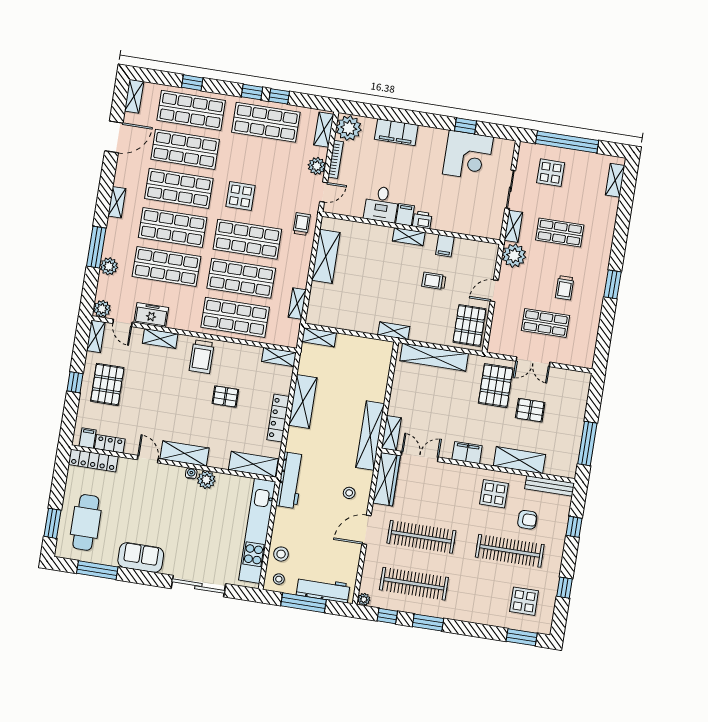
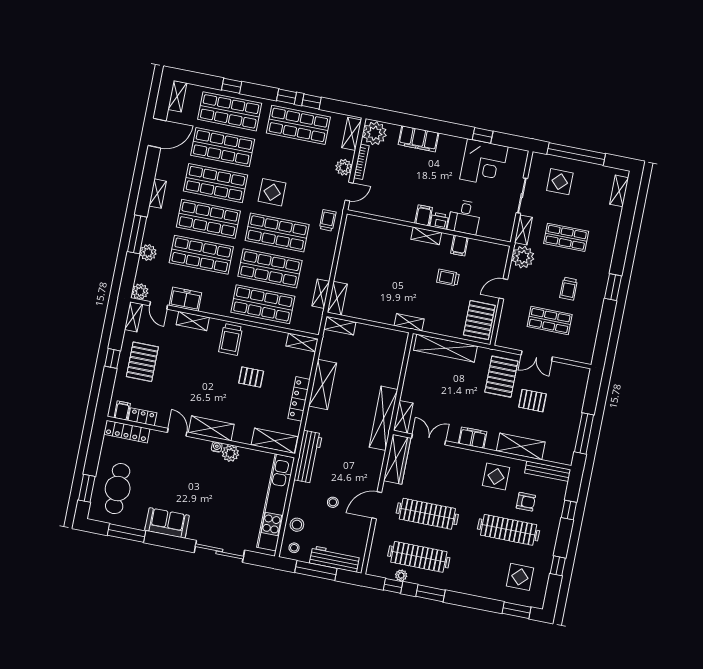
desk: (381, 204) -> (464, 217), moved
shelving: (326, 256) -> (337, 298), moved, width x0.67, depth x0.75
stool: (349, 493) -> (333, 502), moved
plant: (364, 599) -> (401, 575), moved

